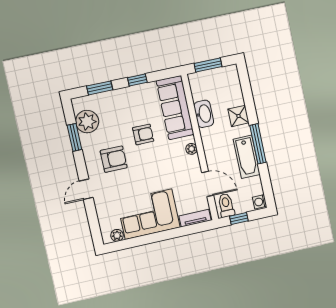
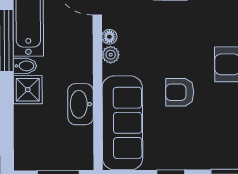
bidet: (243, 131) -> (25, 66), added
floor lamp: (195, 160) -> (109, 37), added

